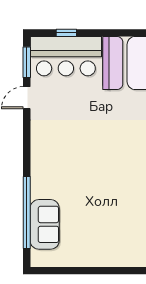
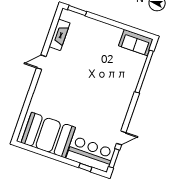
sofa: (45, 224) -> (136, 42), moved, turned -90

